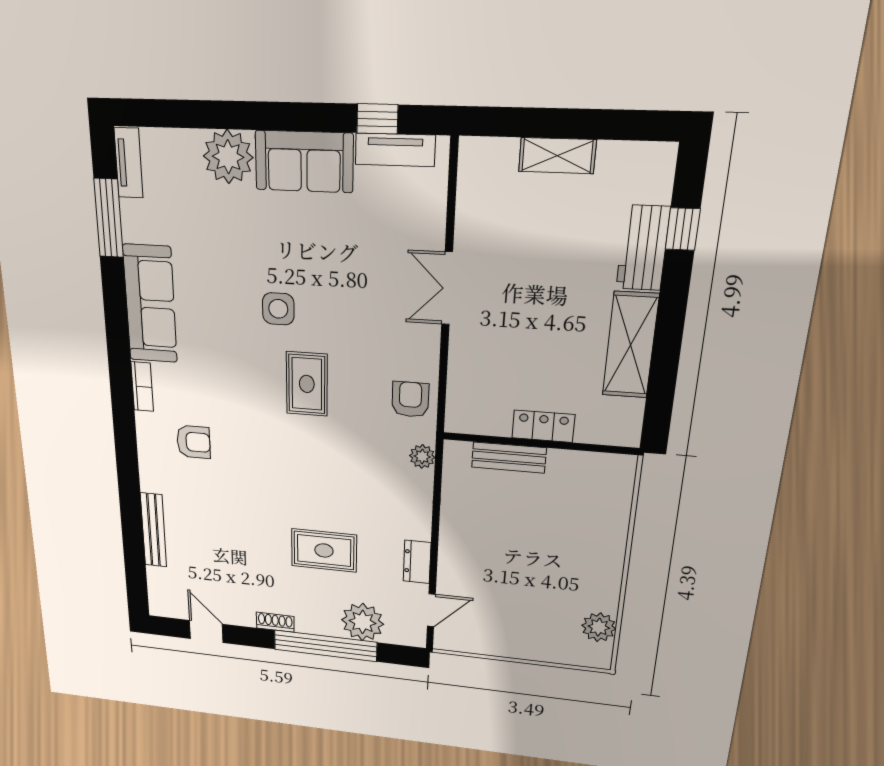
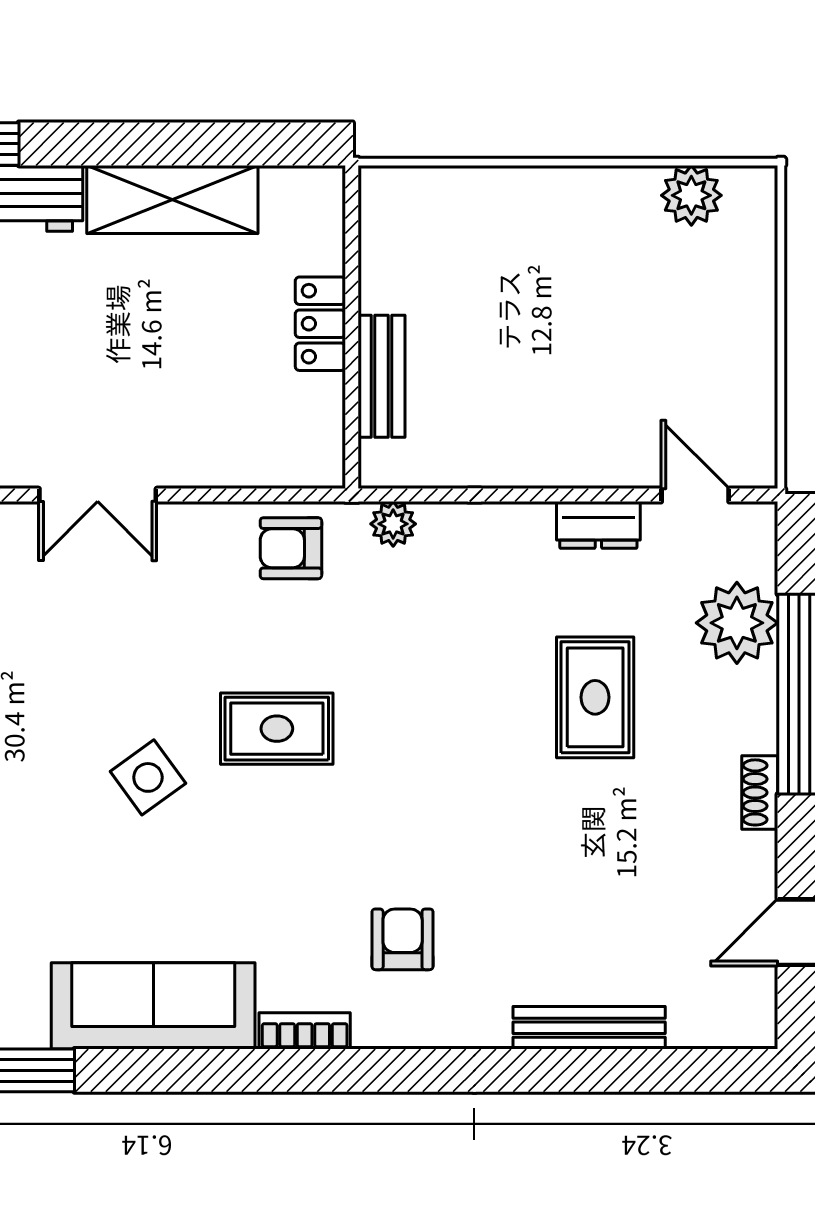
side table: (278, 309) -> (148, 777), turned -36

